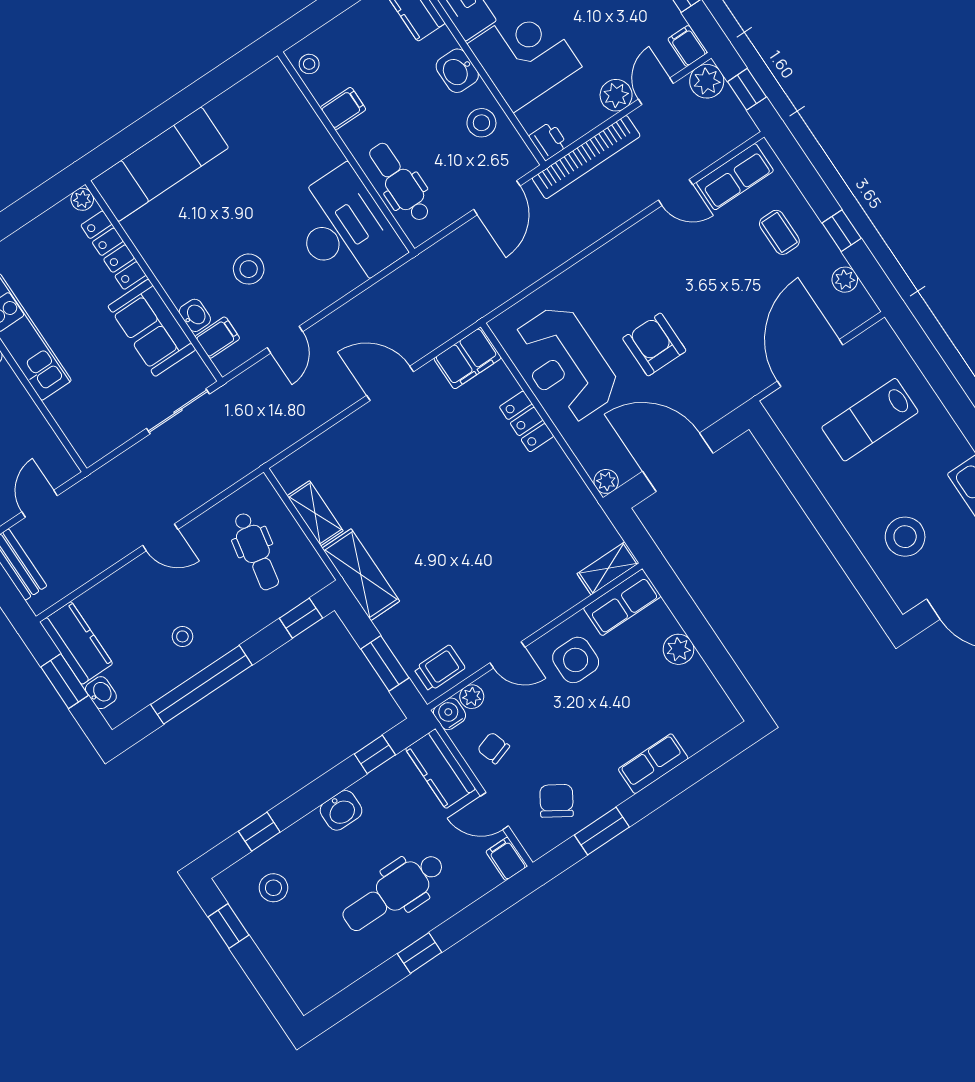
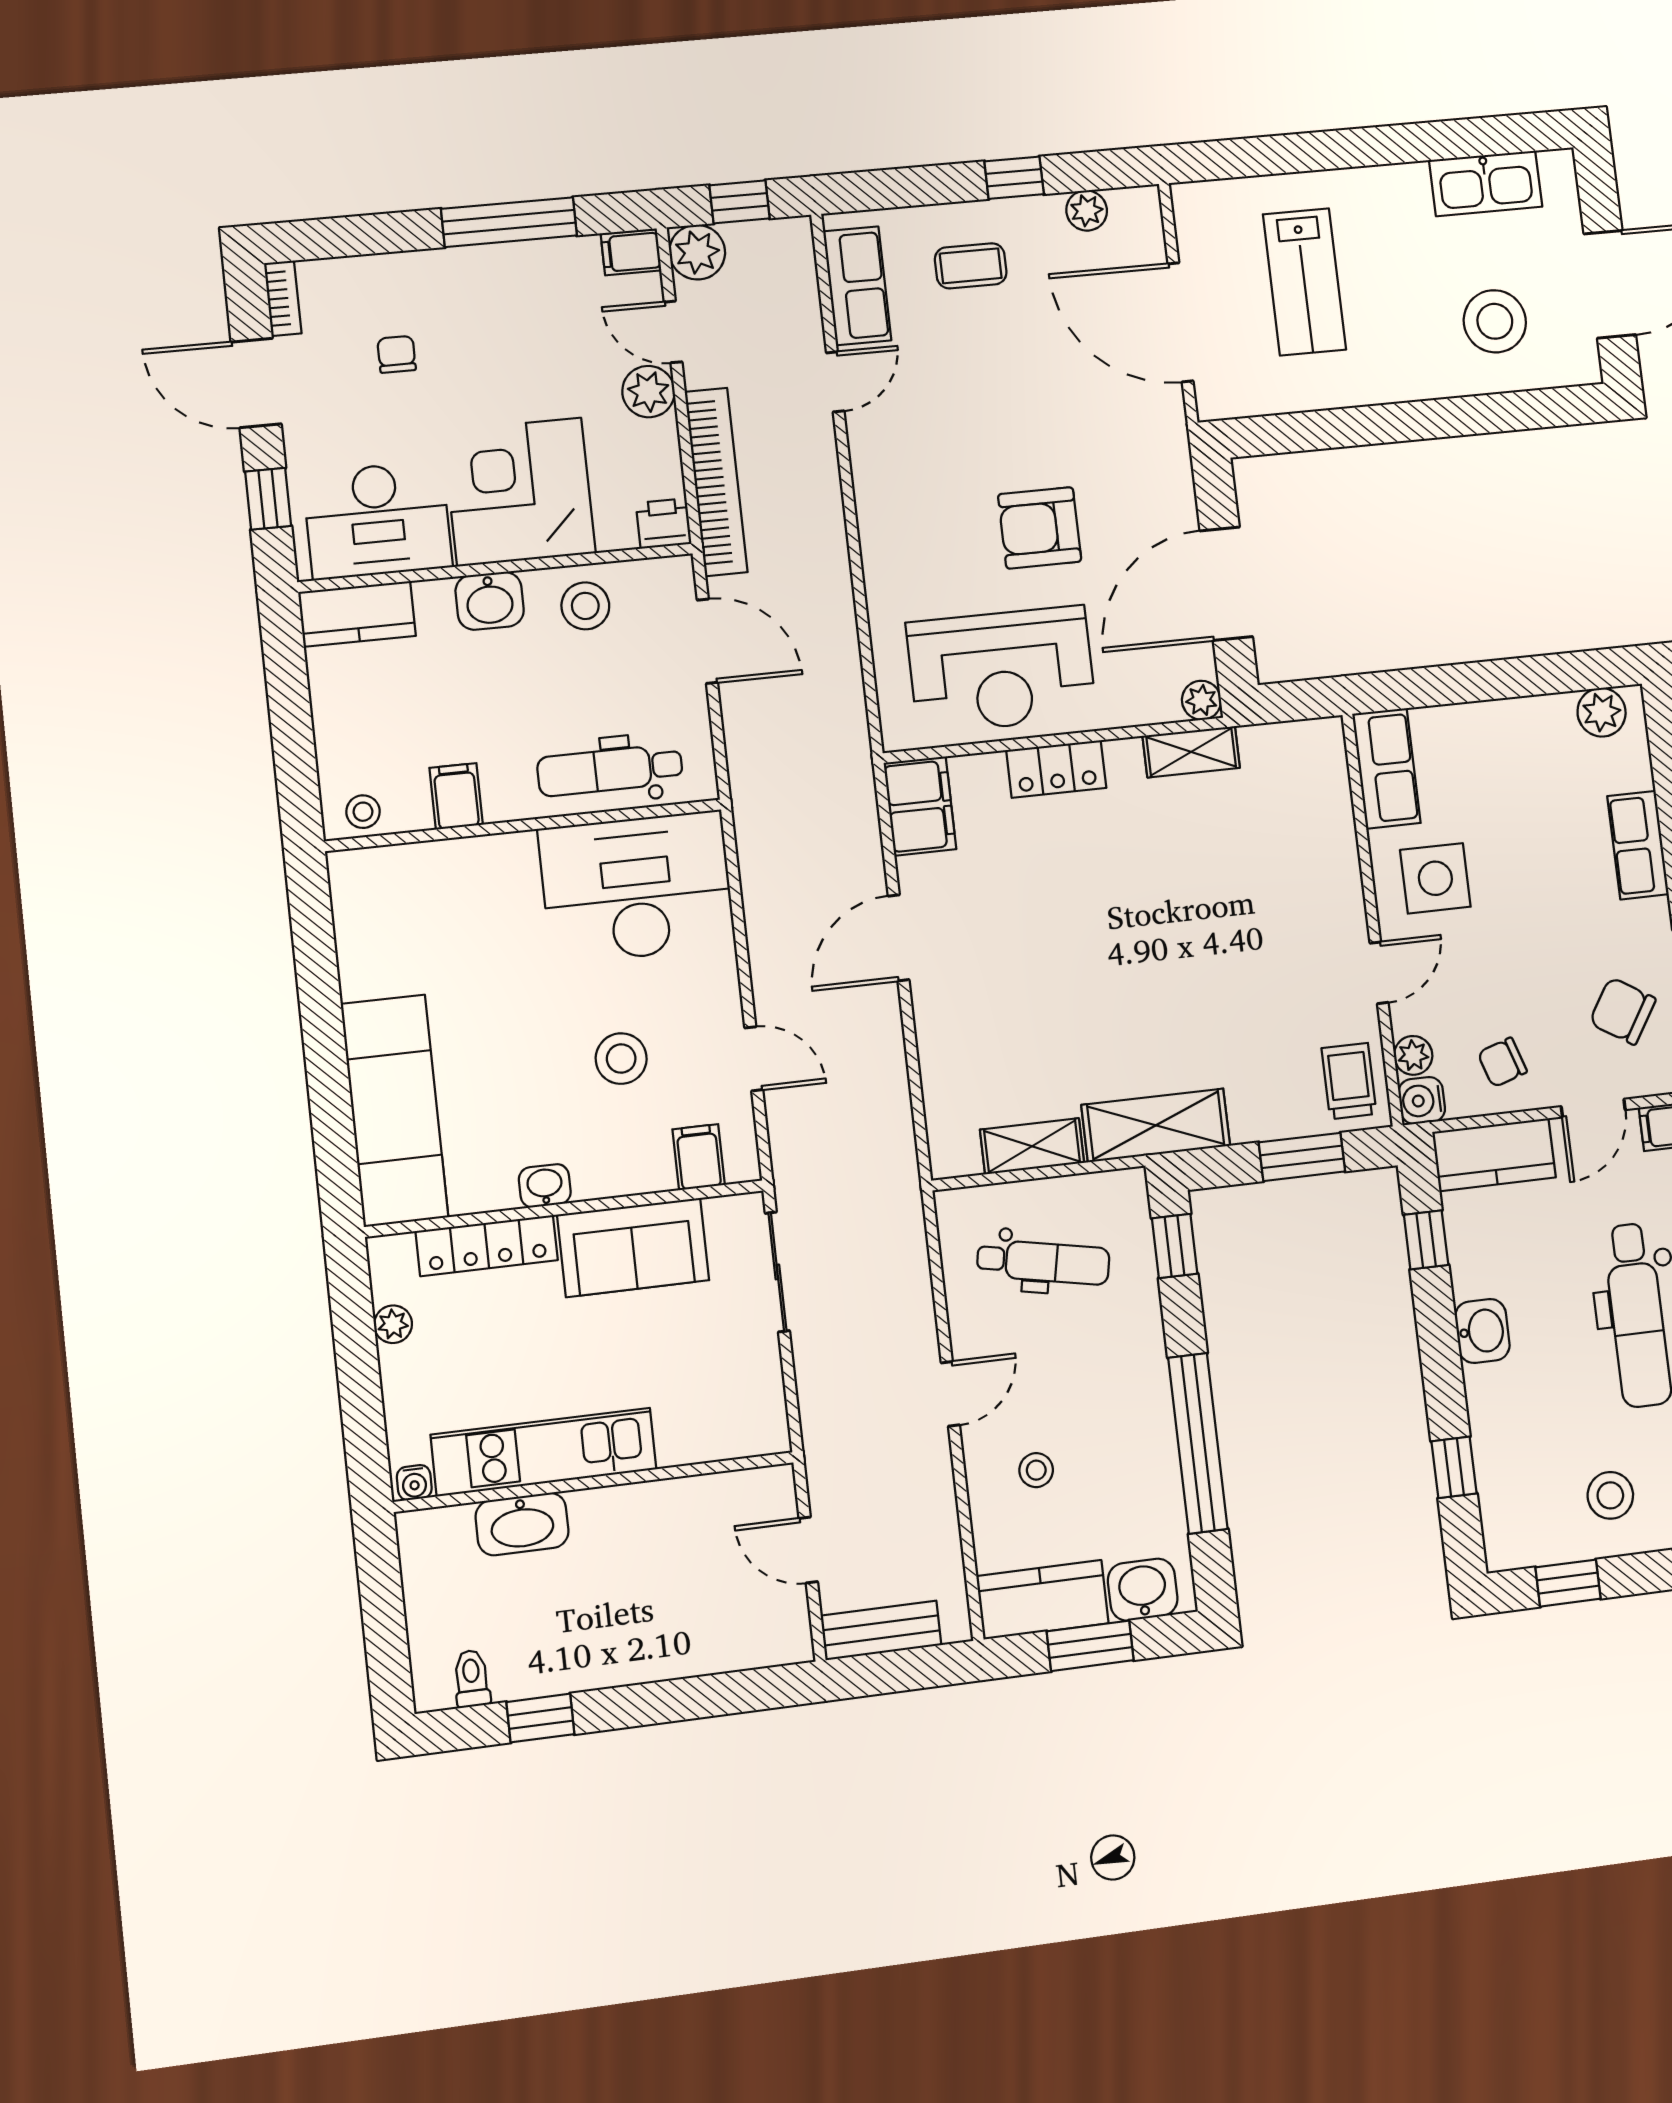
plant: (82, 199) -> (393, 1324), moved
washbasin: (195, 315) -> (545, 1186), moved
shelving: (608, 568) -> (1191, 752), moved, turned 90
stool: (182, 636) -> (1036, 1470), moved
plant: (679, 649) -> (1602, 712), moved
washbasin: (101, 693) -> (1143, 1590), width x1.38, depth x1.45
stool: (273, 888) -> (1610, 1495), moved

